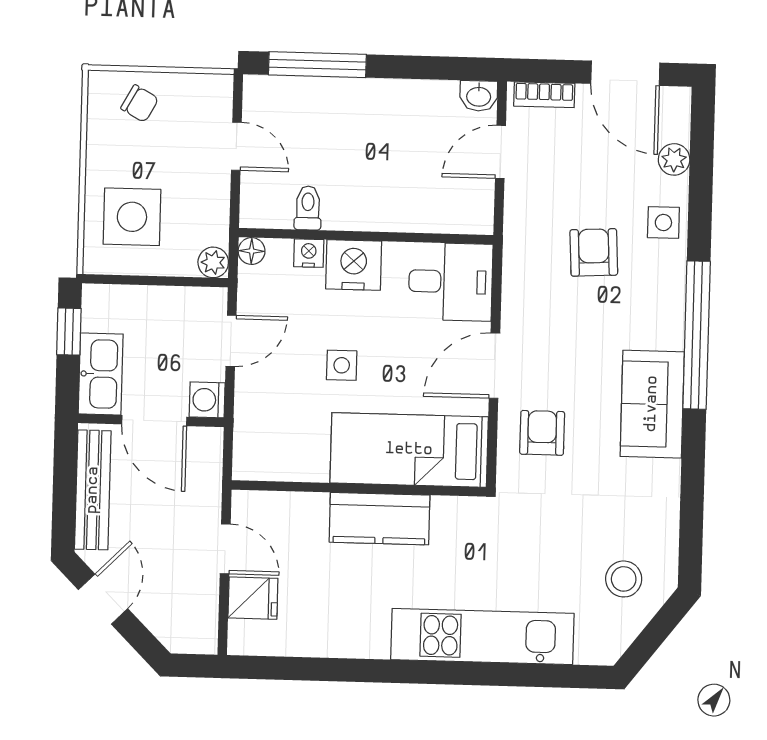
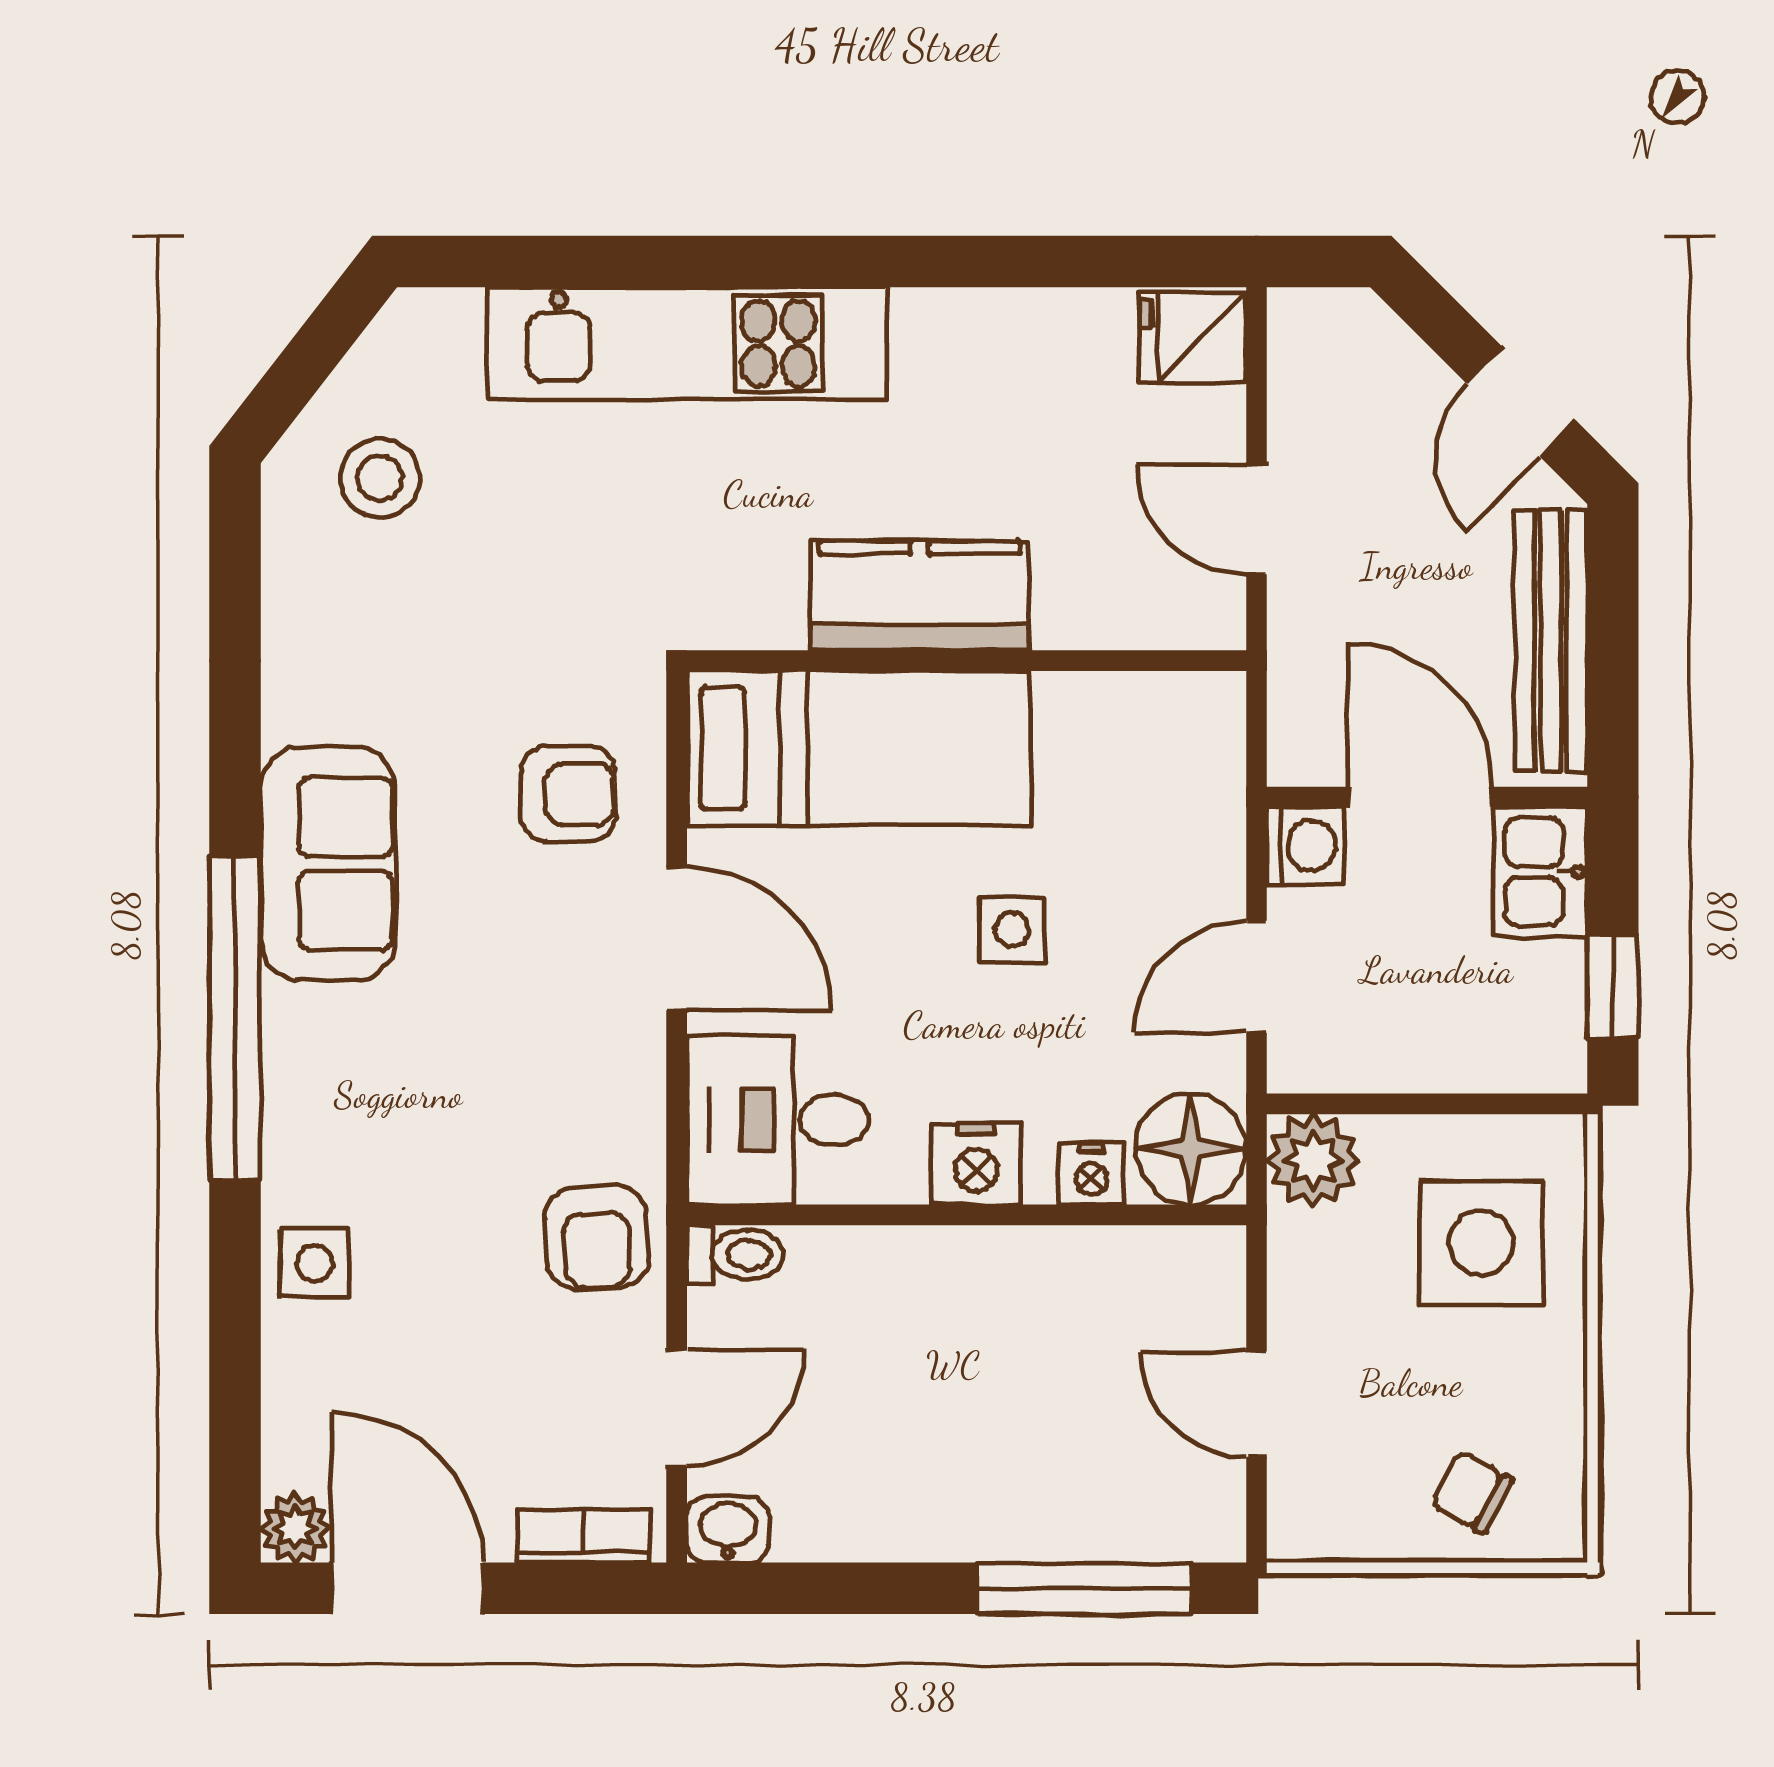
plant: (674, 159) -> (295, 1528), moved
toilet: (308, 208) -> (735, 1255), moved, turned -90
floor lamp: (252, 251) -> (1191, 1149), width x1.89, depth x1.89
armchair: (594, 252) -> (596, 1238), moved
plant: (213, 262) -> (1313, 1160), width x1.38, depth x1.38
nightstand: (354, 265) -> (976, 1164), width x0.74, depth x0.75
door: (494, 366) -> (677, 938), hinge flipped
kitchen sink: (101, 374) -> (1540, 872), width x0.73
armchair: (542, 433) -> (568, 794), turned -90
fridge: (253, 598) -> (1193, 337), moved

